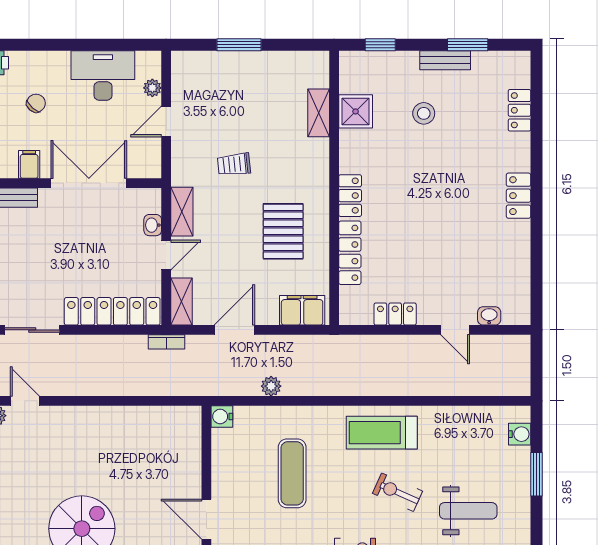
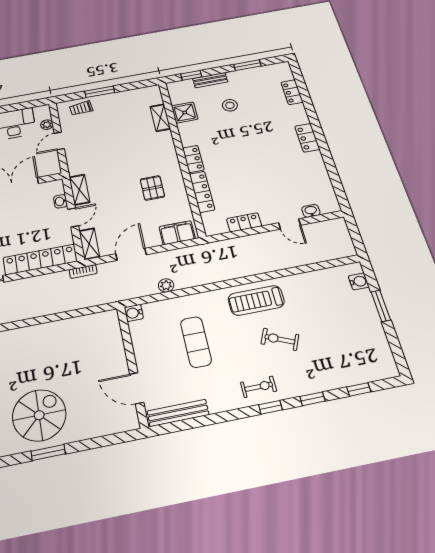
bench: (445, 60) -> (210, 80), moved
trolley: (234, 164) -> (81, 108), moved
pallet: (283, 231) -> (152, 188), width x0.67, depth x0.71
weight bench: (468, 511) -> (338, 342), removed

